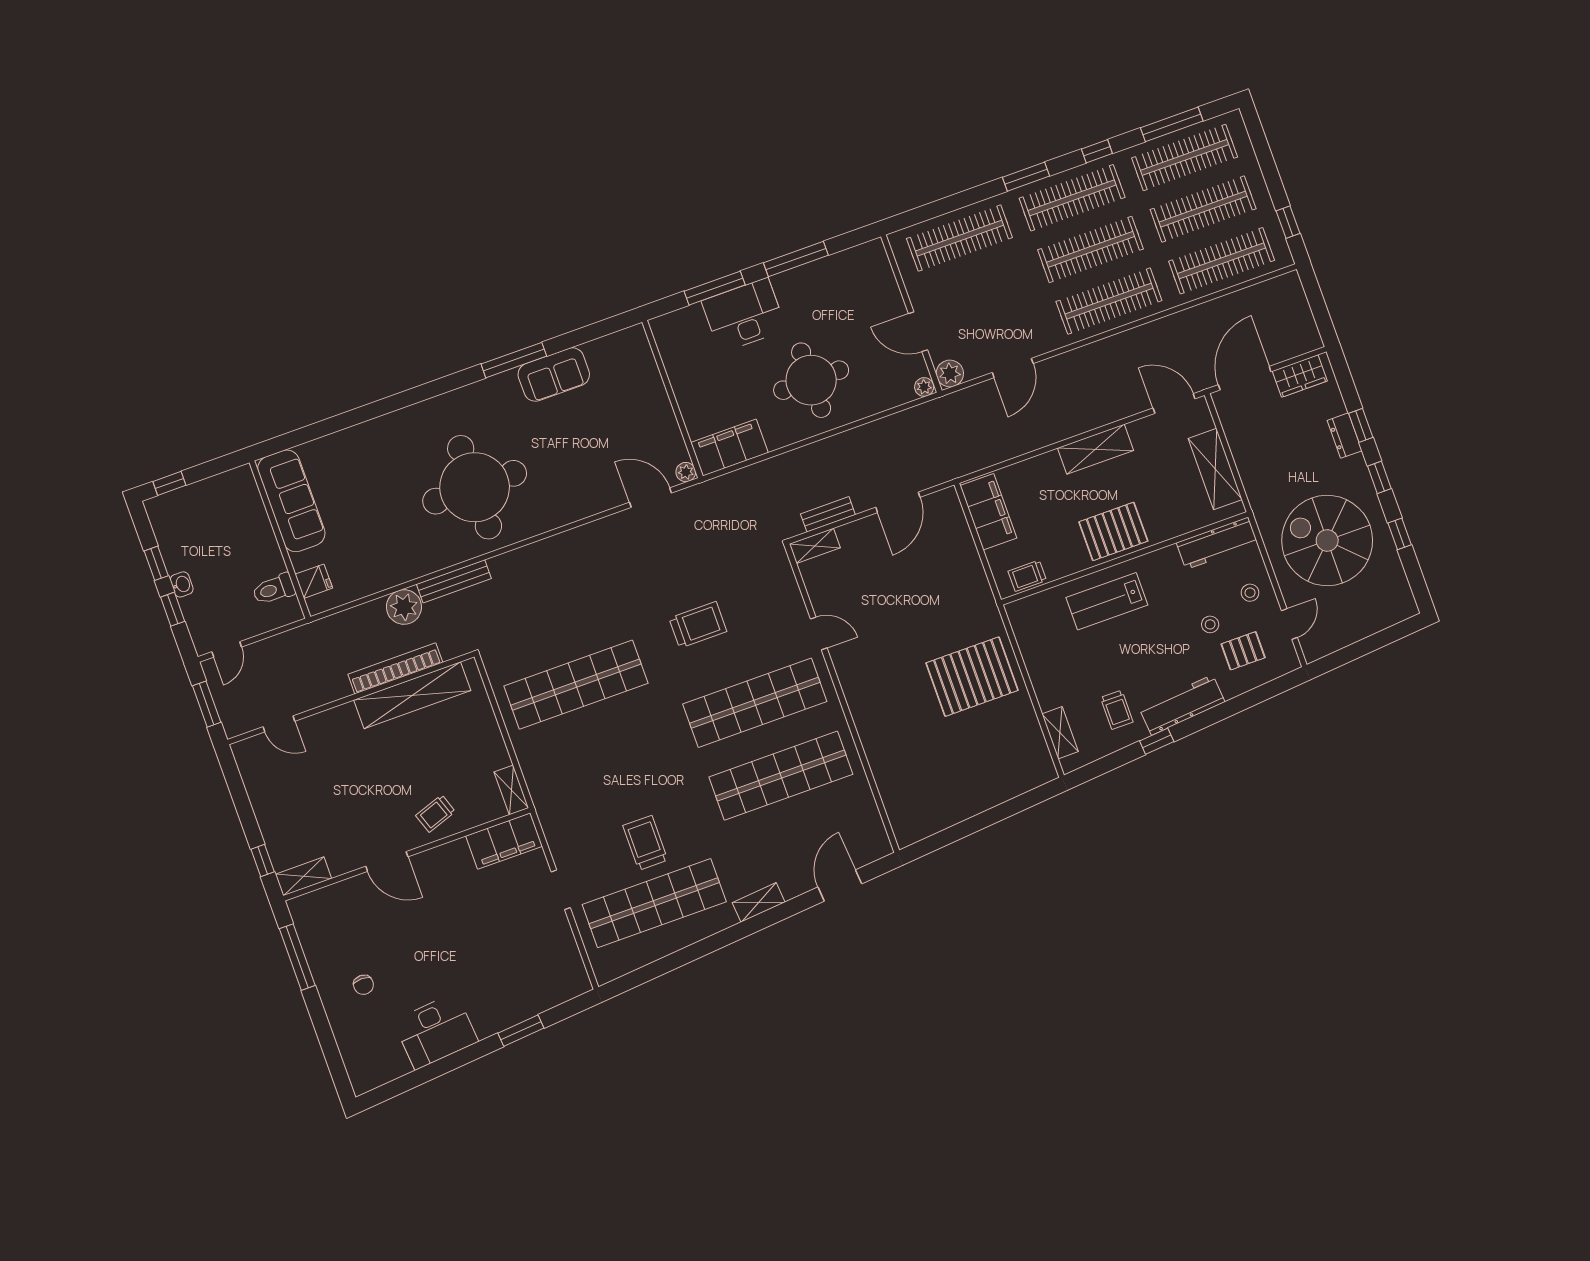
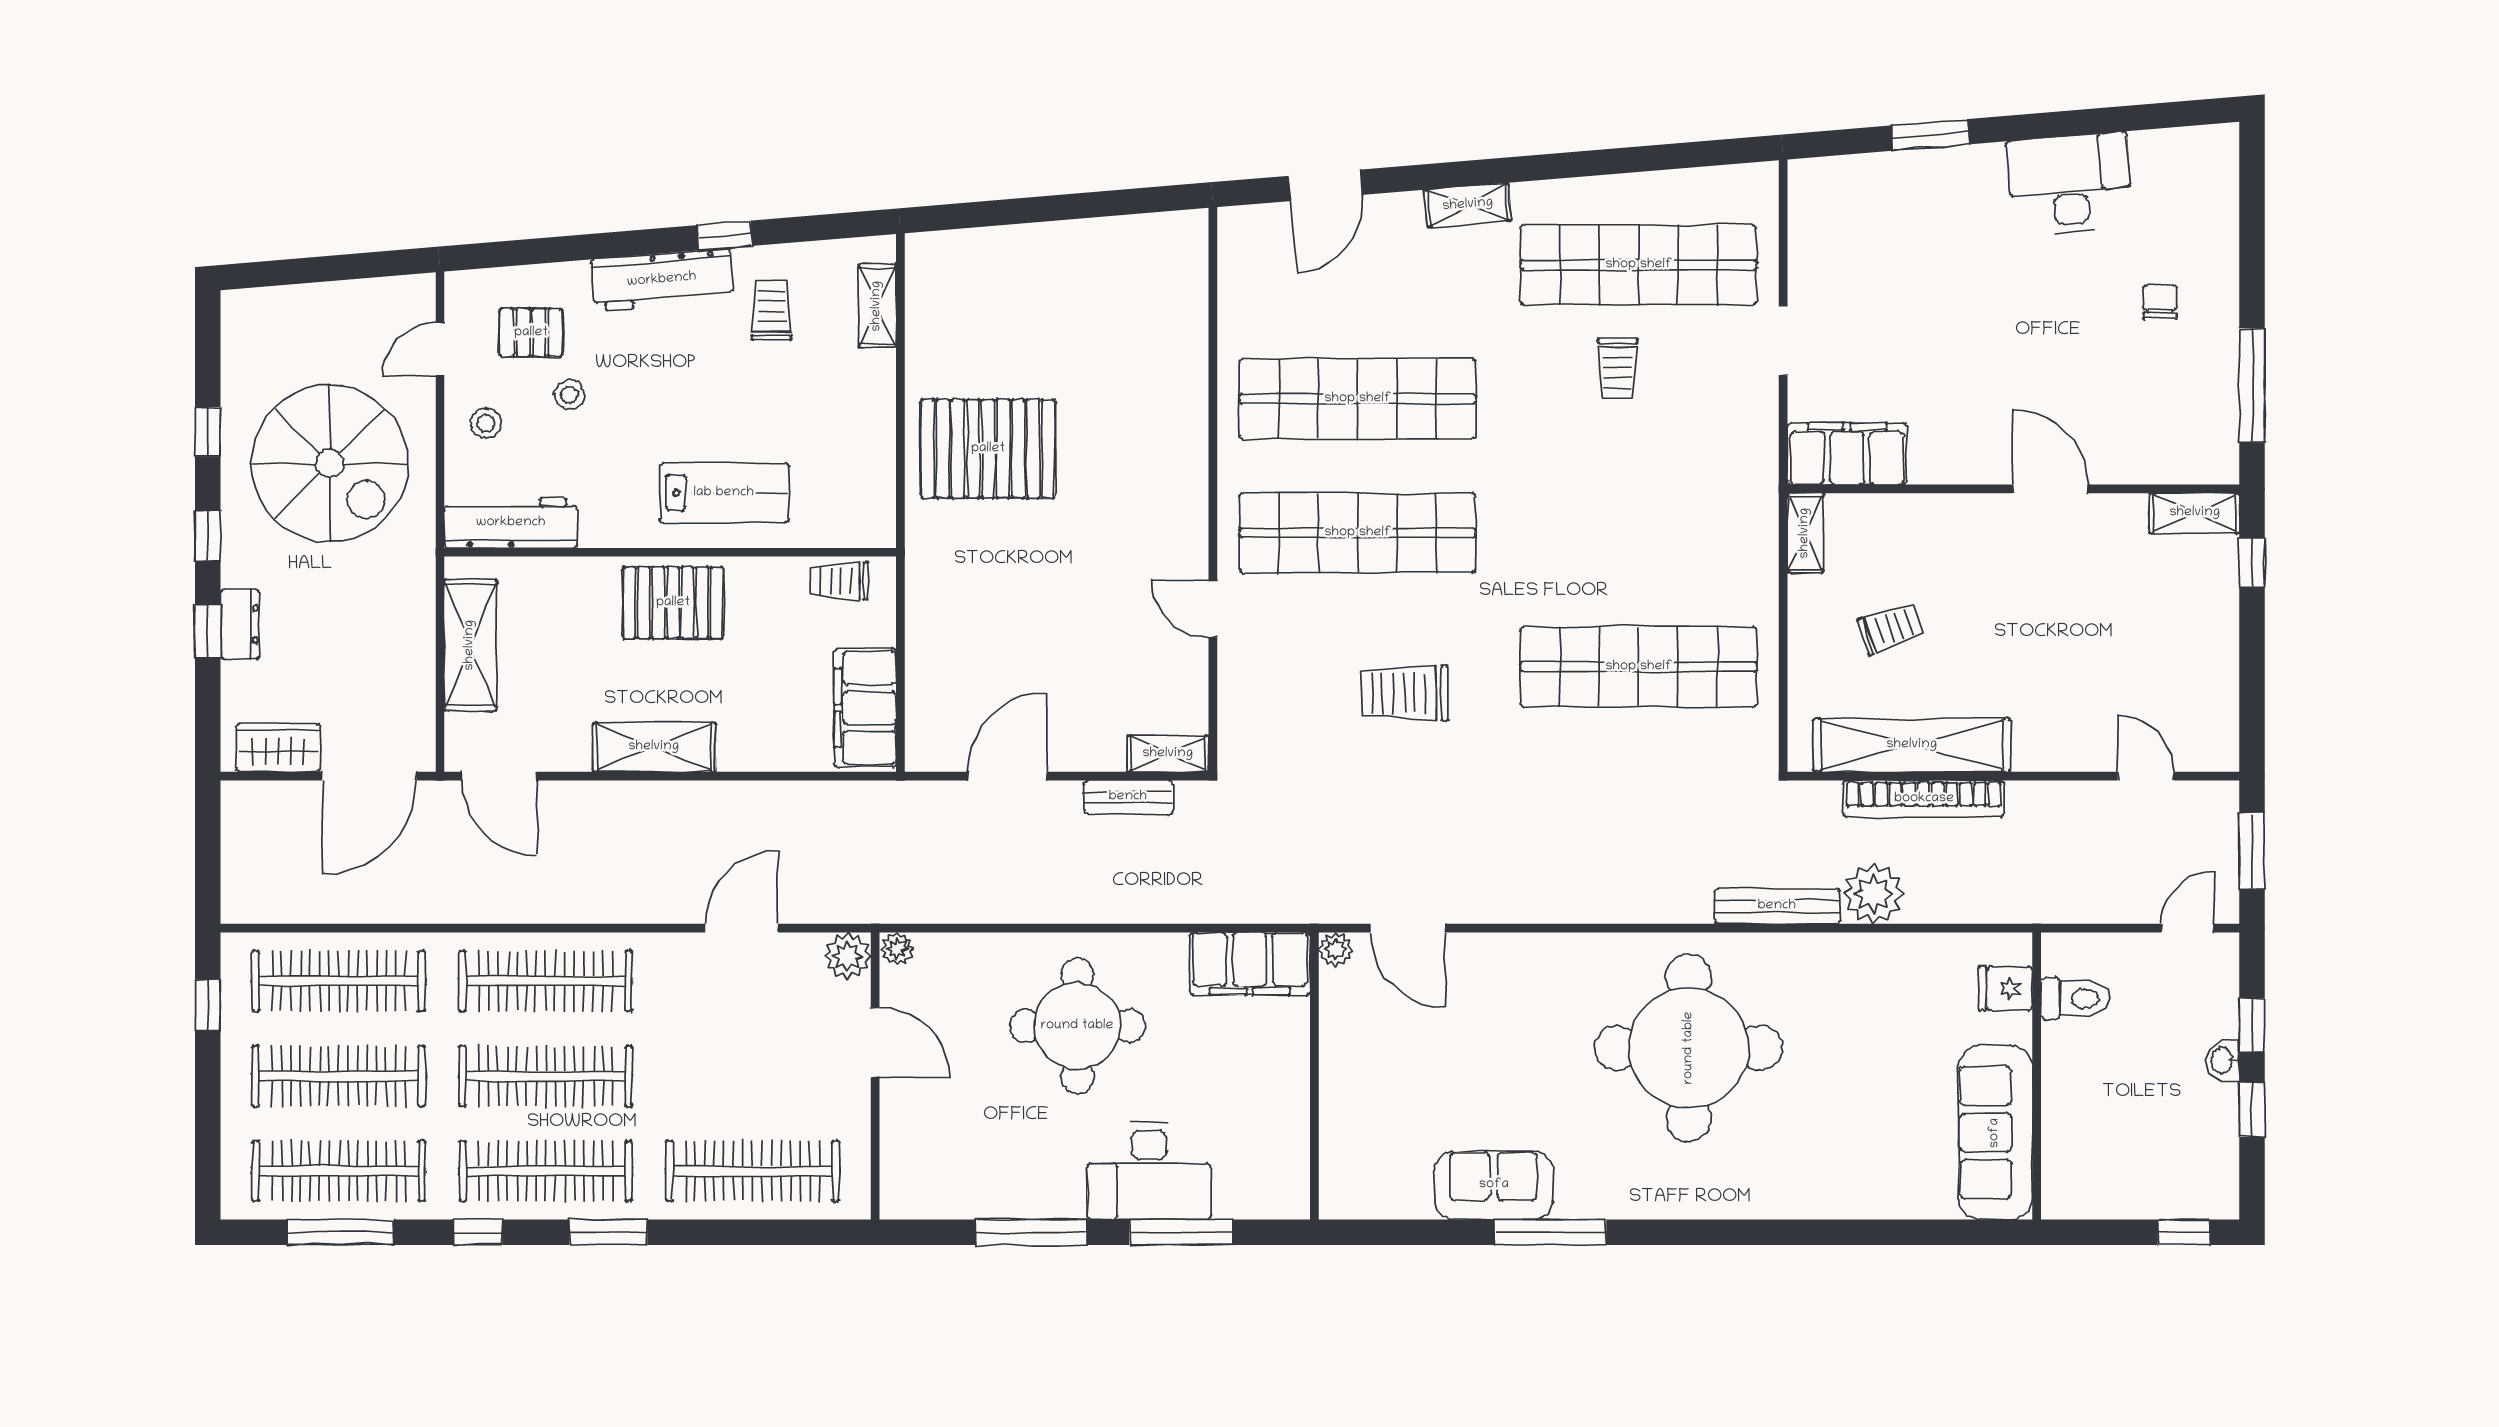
trolley: (1027, 576) -> (839, 581), turned 180
trolley: (435, 814) -> (1891, 628), moved
trolley: (645, 843) -> (1618, 368), width x0.73, depth x0.72

